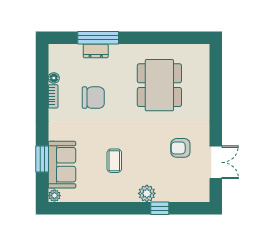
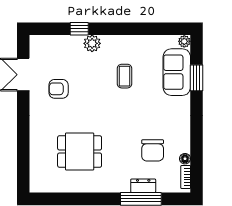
dining table: (159, 85) -> (80, 152), width x0.73
bookcase: (53, 96) -> (186, 177), moved
chair: (93, 98) -> (153, 150), moved, turned -90
armchair: (180, 148) -> (59, 89), turned 180

